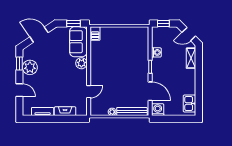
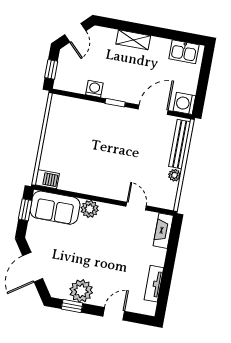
shelving: (191, 58) -> (133, 40), moved
fireplace: (65, 111) -> (163, 231), moved

